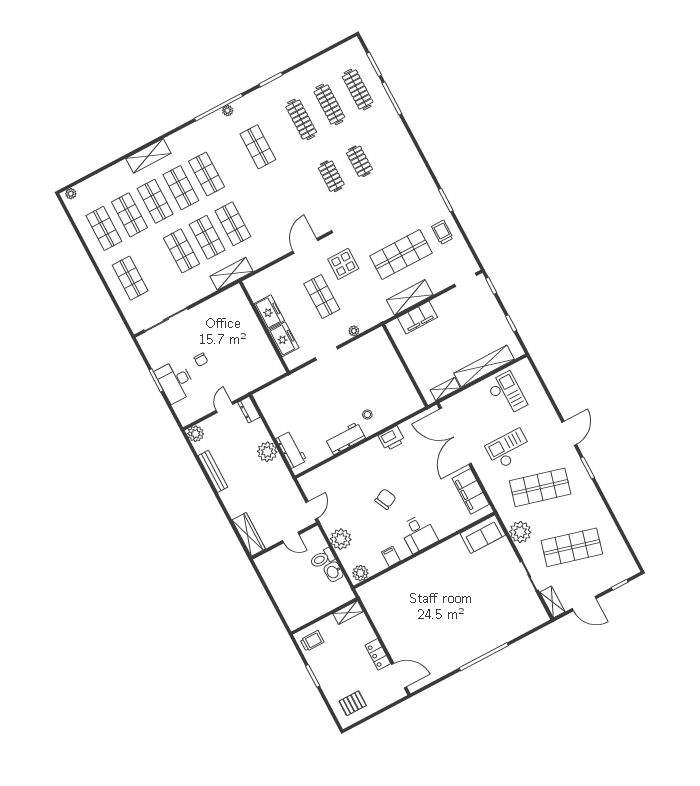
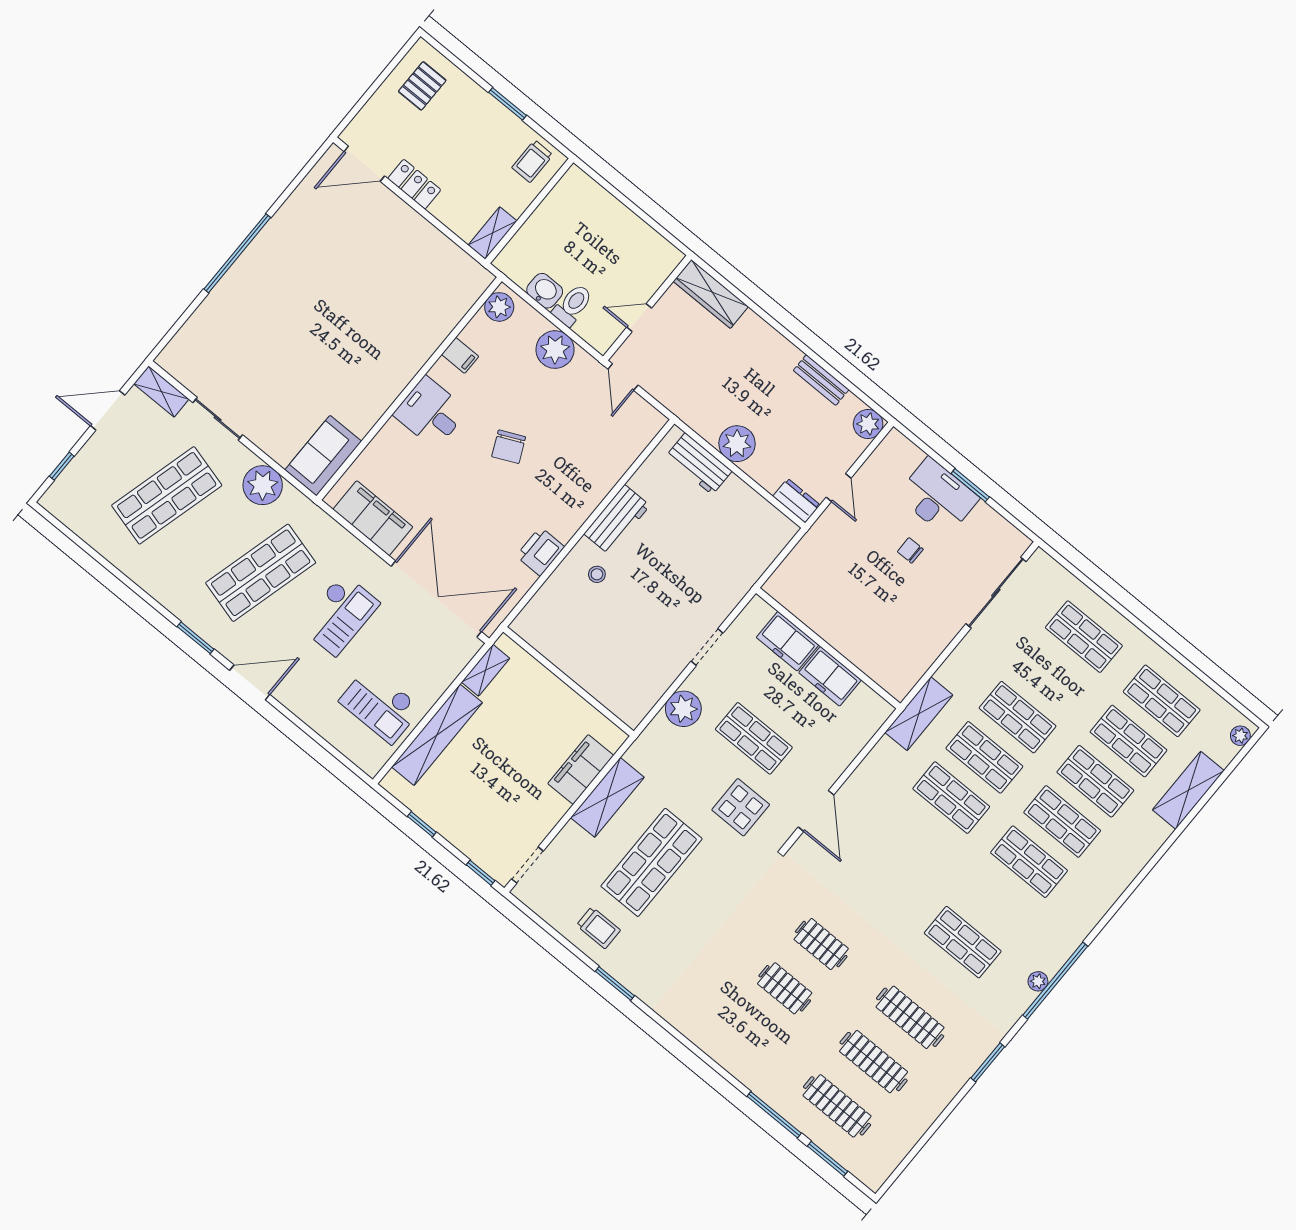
shelving: (148, 156) -> (1188, 790), moved
plant: (354, 331) -> (683, 709), width x1.88, depth x1.88
door: (569, 433) -> (250, 682), swing flipped
bench: (213, 471) -> (821, 380), width x0.73

